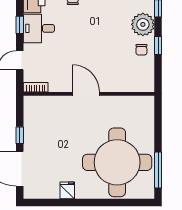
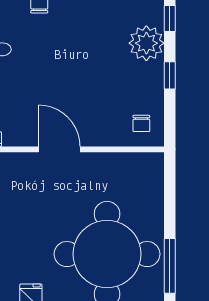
chair: (141, 50) -> (141, 123), moved

